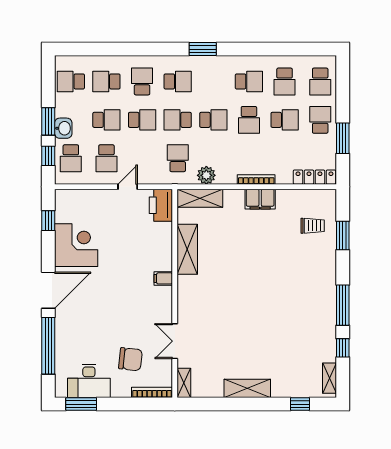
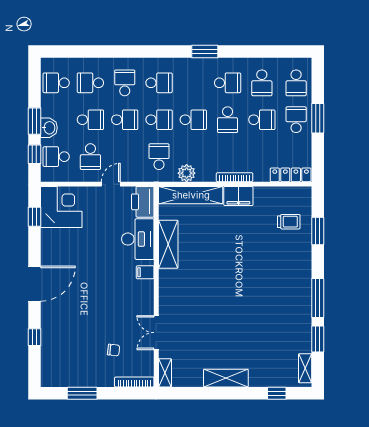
window: (203, 49) -> (205, 52), moved
school desk: (178, 120) -> (159, 120), turned 180
window: (343, 138) -> (318, 118), moved
school desk: (71, 158) -> (56, 157), turned 90
shelving: (200, 198) -> (191, 195), width x1.47
corner desk: (76, 245) -> (61, 207), moved
window: (48, 346) -> (34, 337), width x0.32
window: (343, 348) -> (318, 339), width x1.50
chair: (130, 359) -> (114, 350), width x0.54, depth x0.54
desk: (89, 381) -> (138, 239), moved, turned -90
window: (81, 404) -> (82, 393), moved

